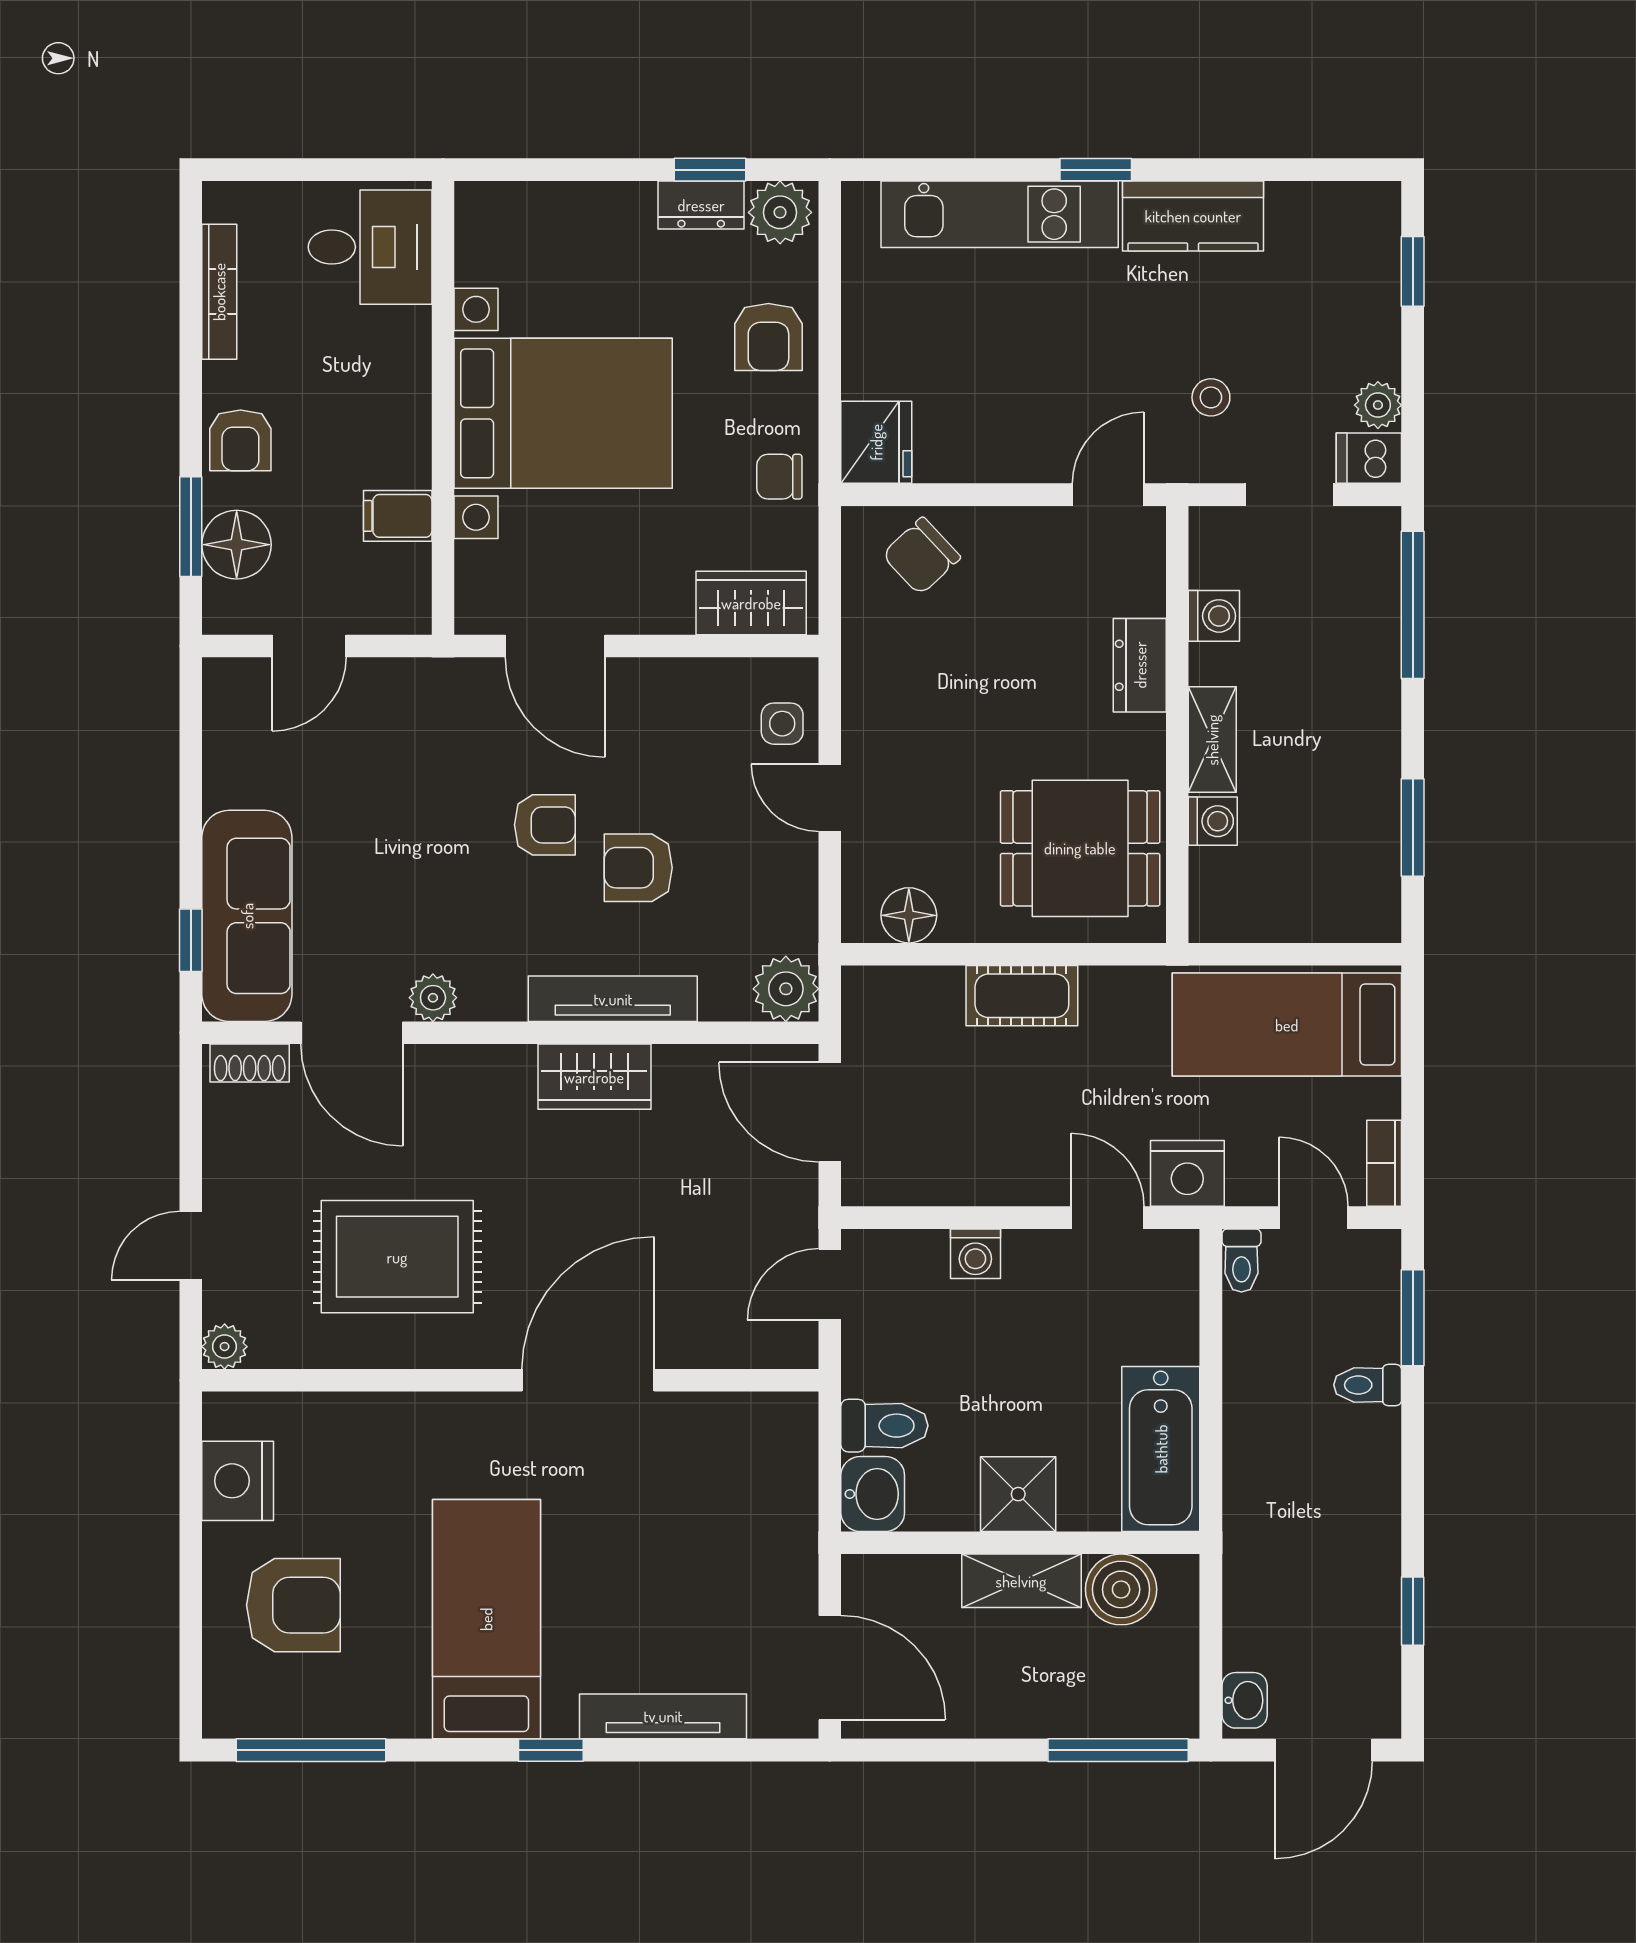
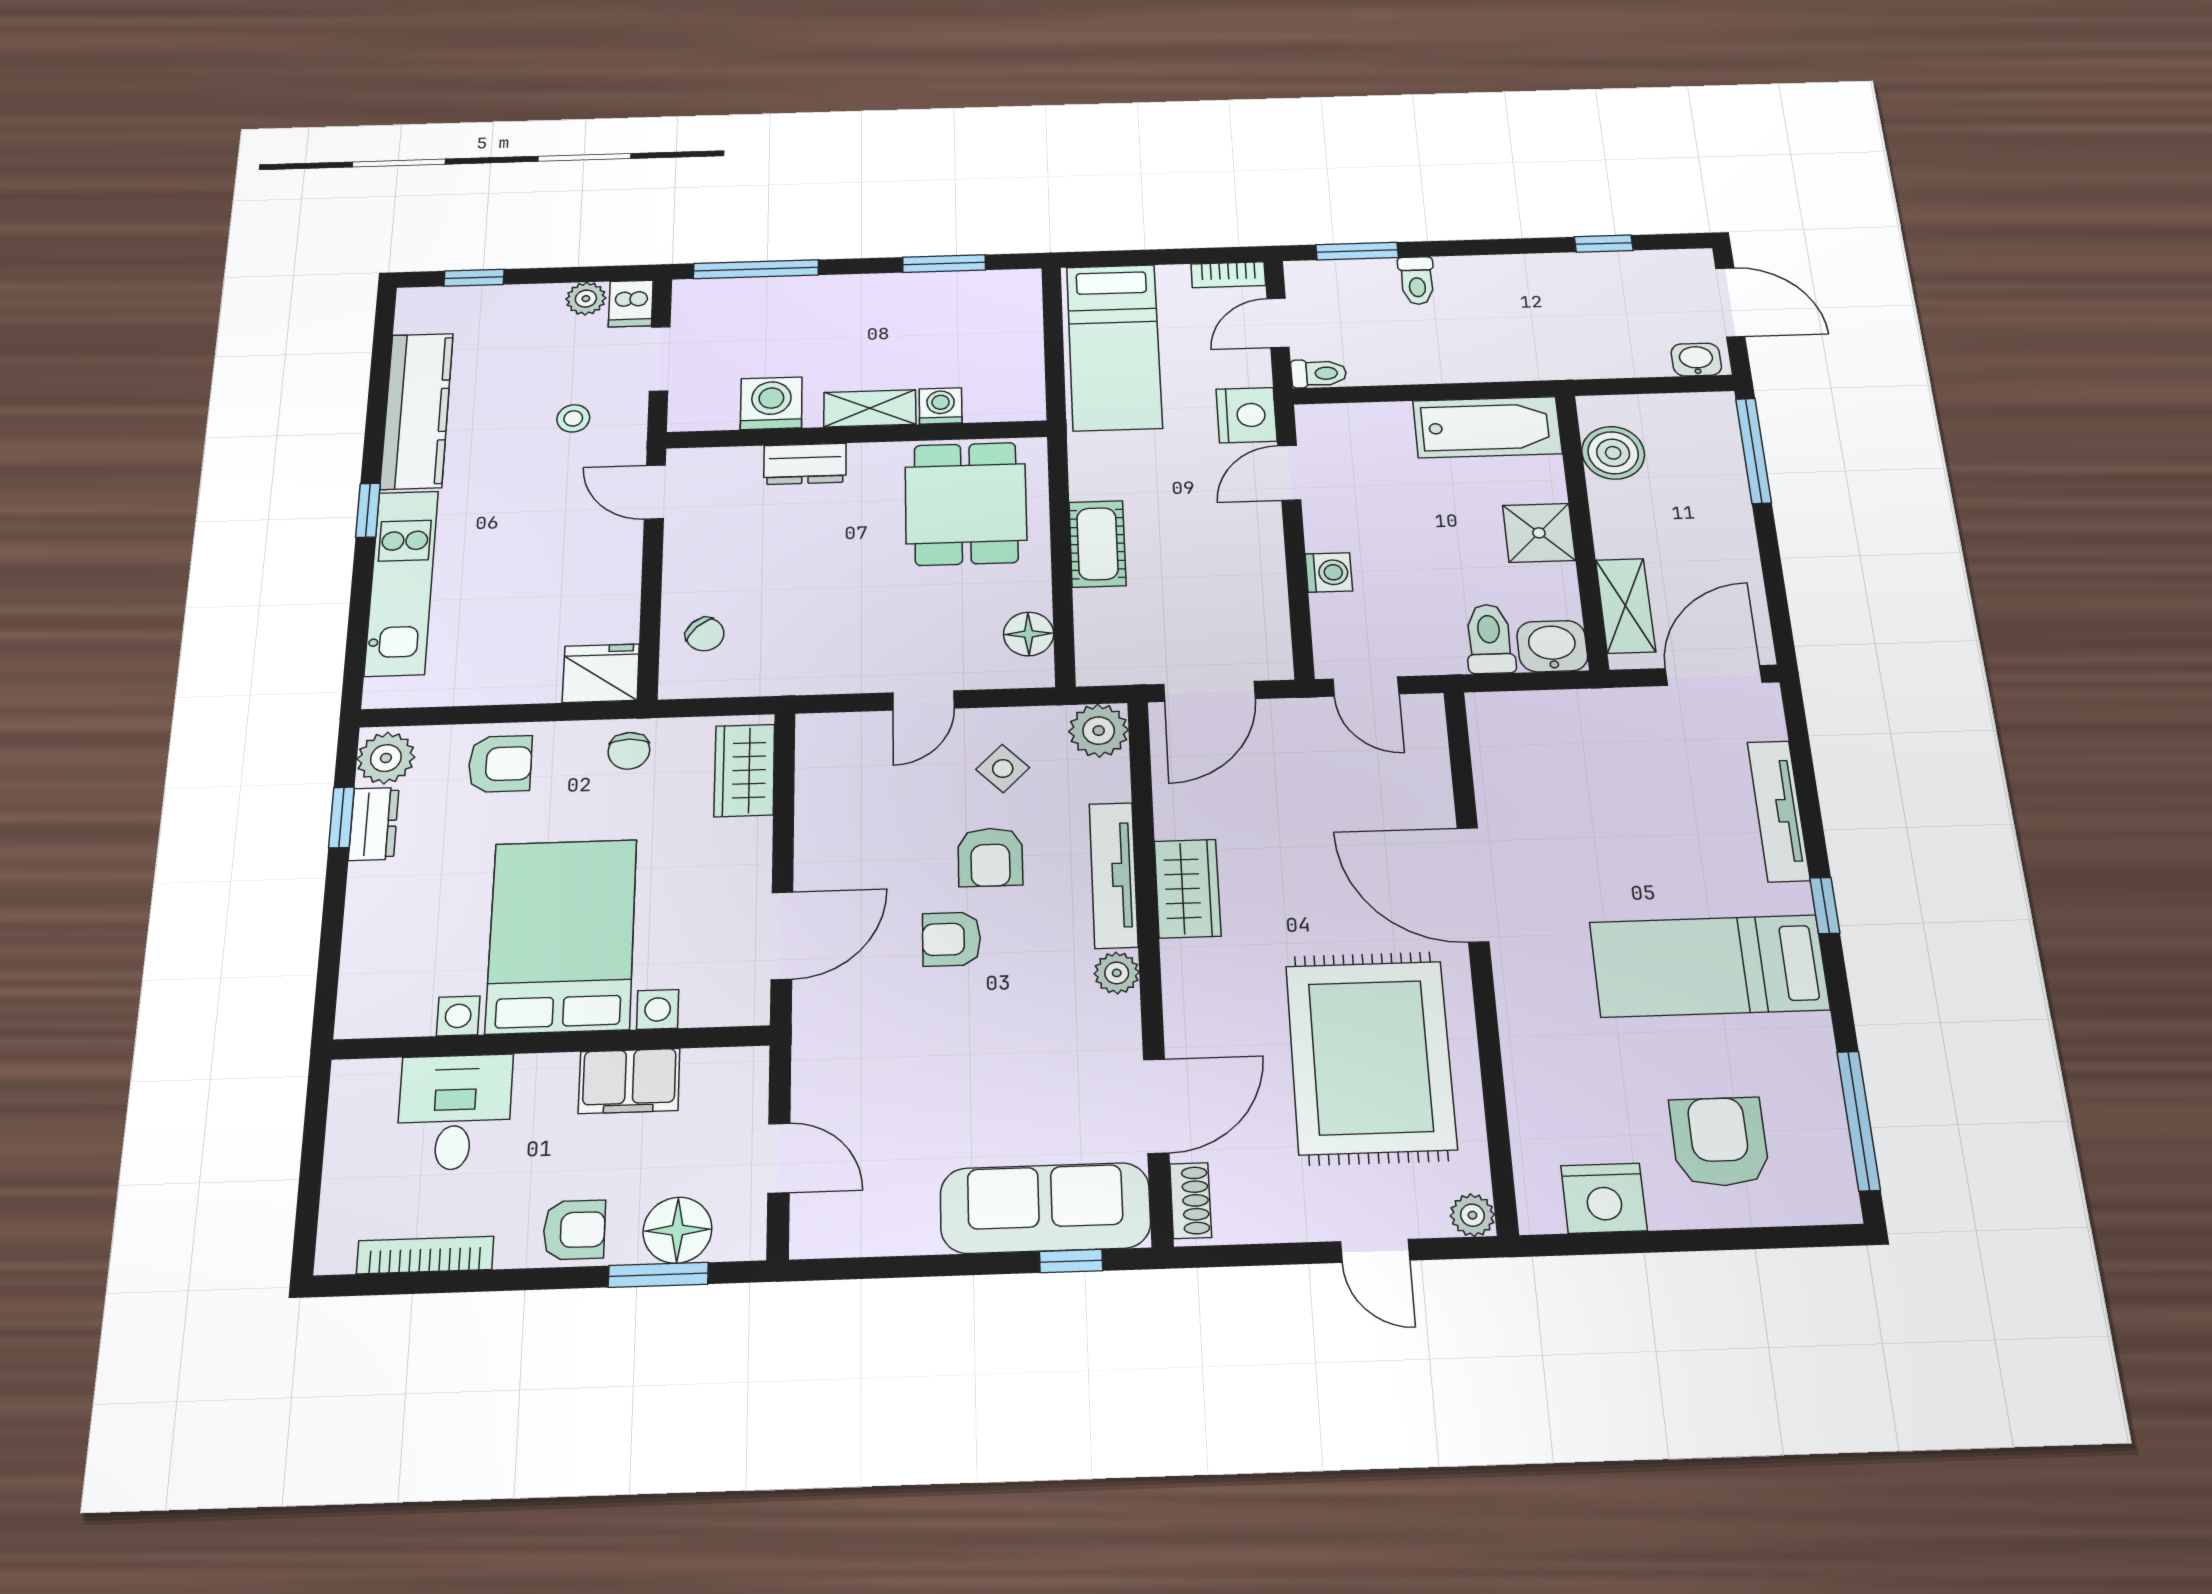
kitchen counter: (1193, 216) -> (417, 411), width x1.50
desk: (370, 247) -> (454, 1112), moved
filing cabinet: (398, 516) -> (629, 1081), width x2.00
chair: (921, 556) -> (705, 634), width x0.73, depth x0.73
washing machine: (1214, 616) -> (771, 403), width x1.38, depth x1.38
side table: (782, 724) -> (1003, 769), moved, turned 45
armchair: (545, 825) -> (951, 939), turned -90
plant: (433, 998) -> (1117, 973), moved
rug: (397, 1257) -> (1371, 1057), width x1.37, depth x1.44
shelving: (1021, 1581) -> (1625, 606), moved

